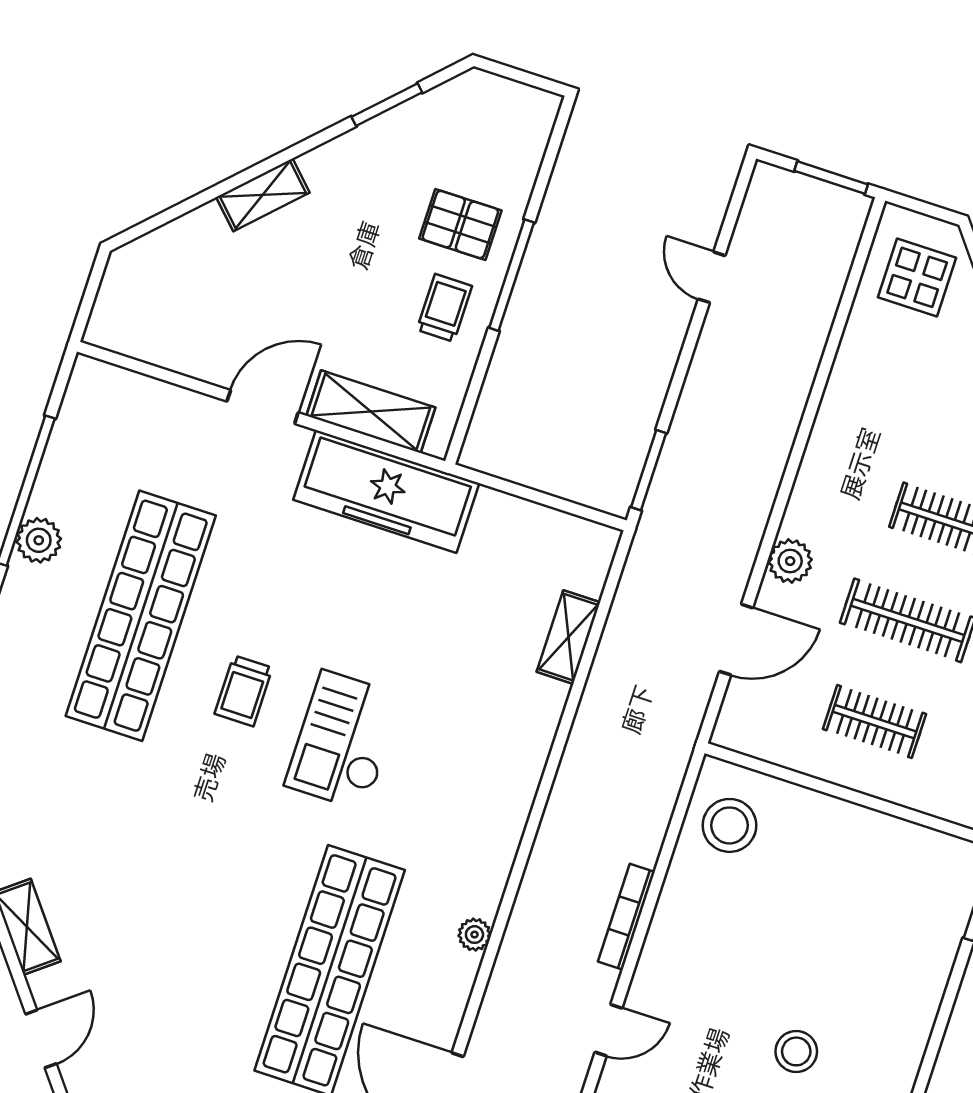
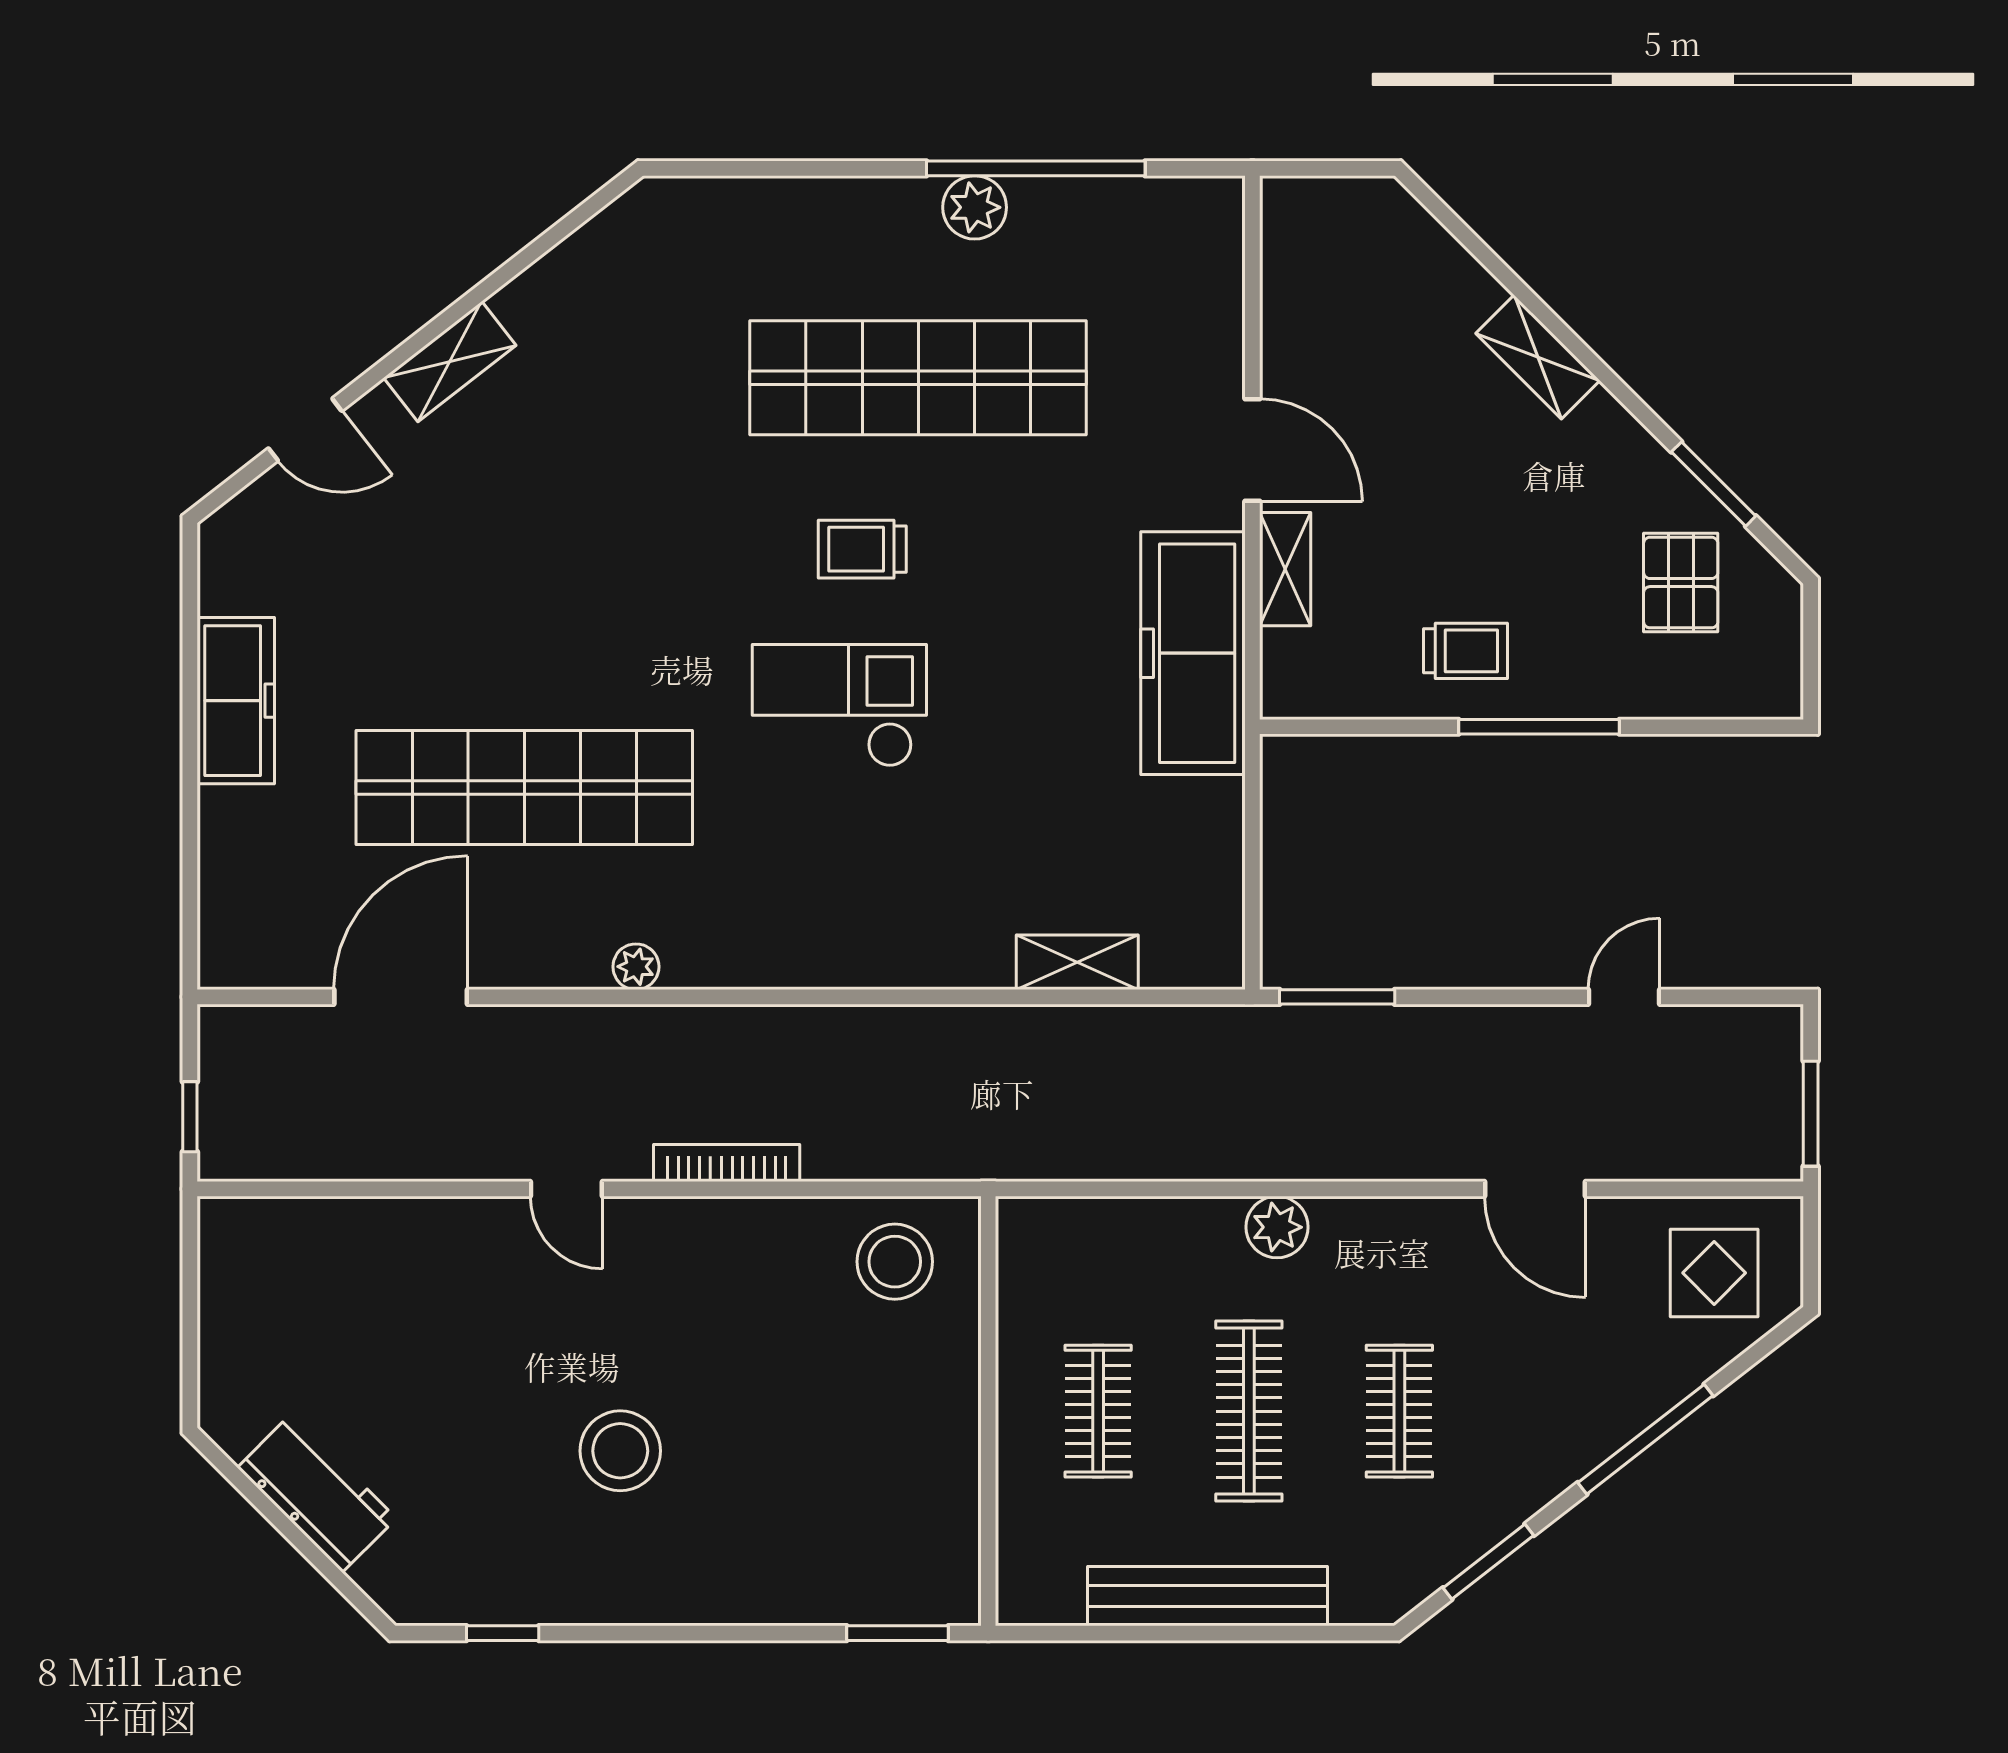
pallet: (460, 224) -> (1681, 583), moved
shelving: (371, 412) -> (1285, 569), width x0.67, depth x0.75
door: (736, 640) -> (1535, 1189), moved
stool: (796, 1051) -> (620, 1451), width x1.38, depth x1.38

